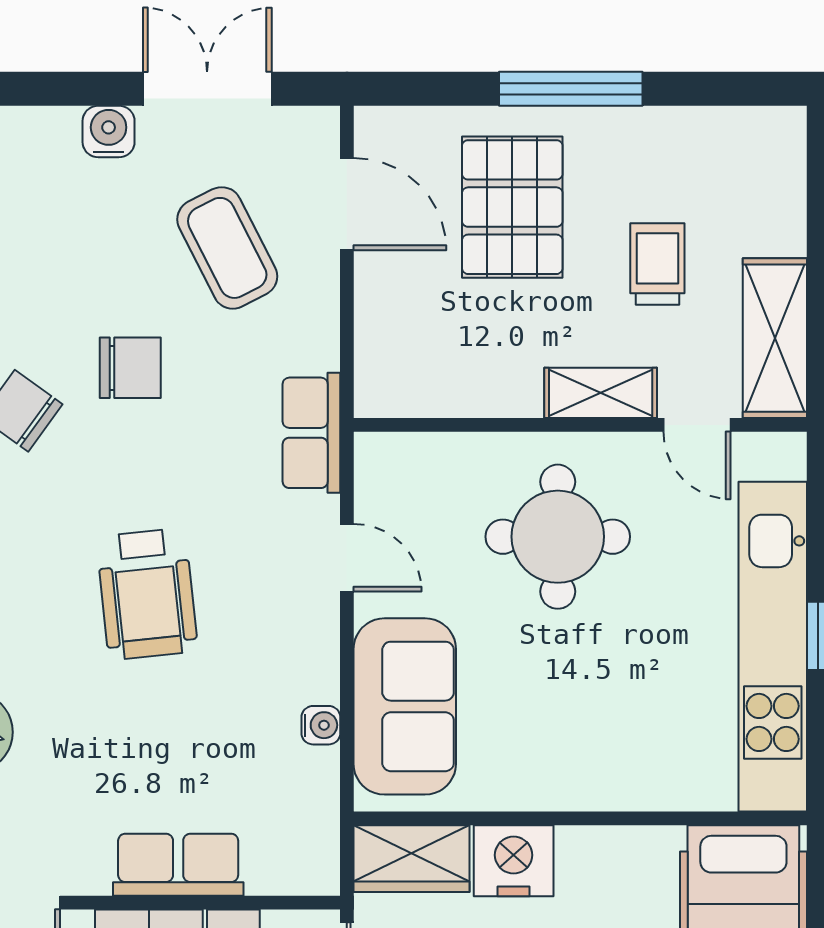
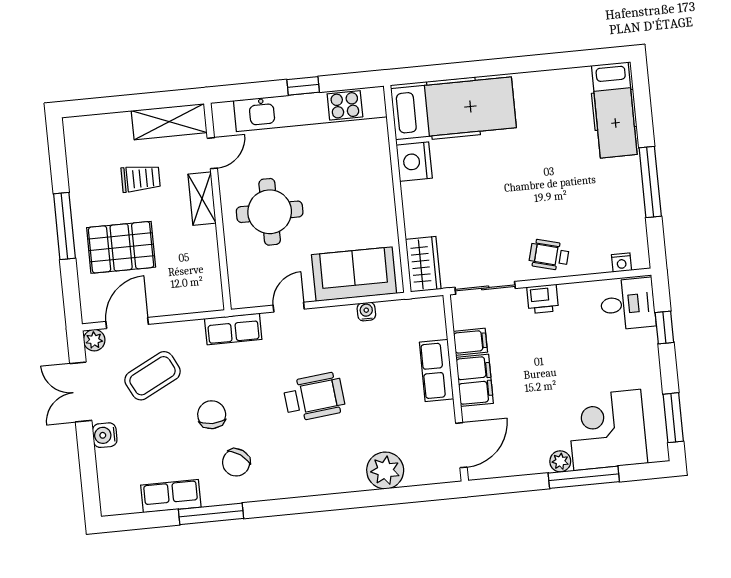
plant: (317, 129) -> (94, 340), added
trolley: (657, 264) -> (141, 178), turned 180
nightstand: (514, 861) -> (414, 162), moved

